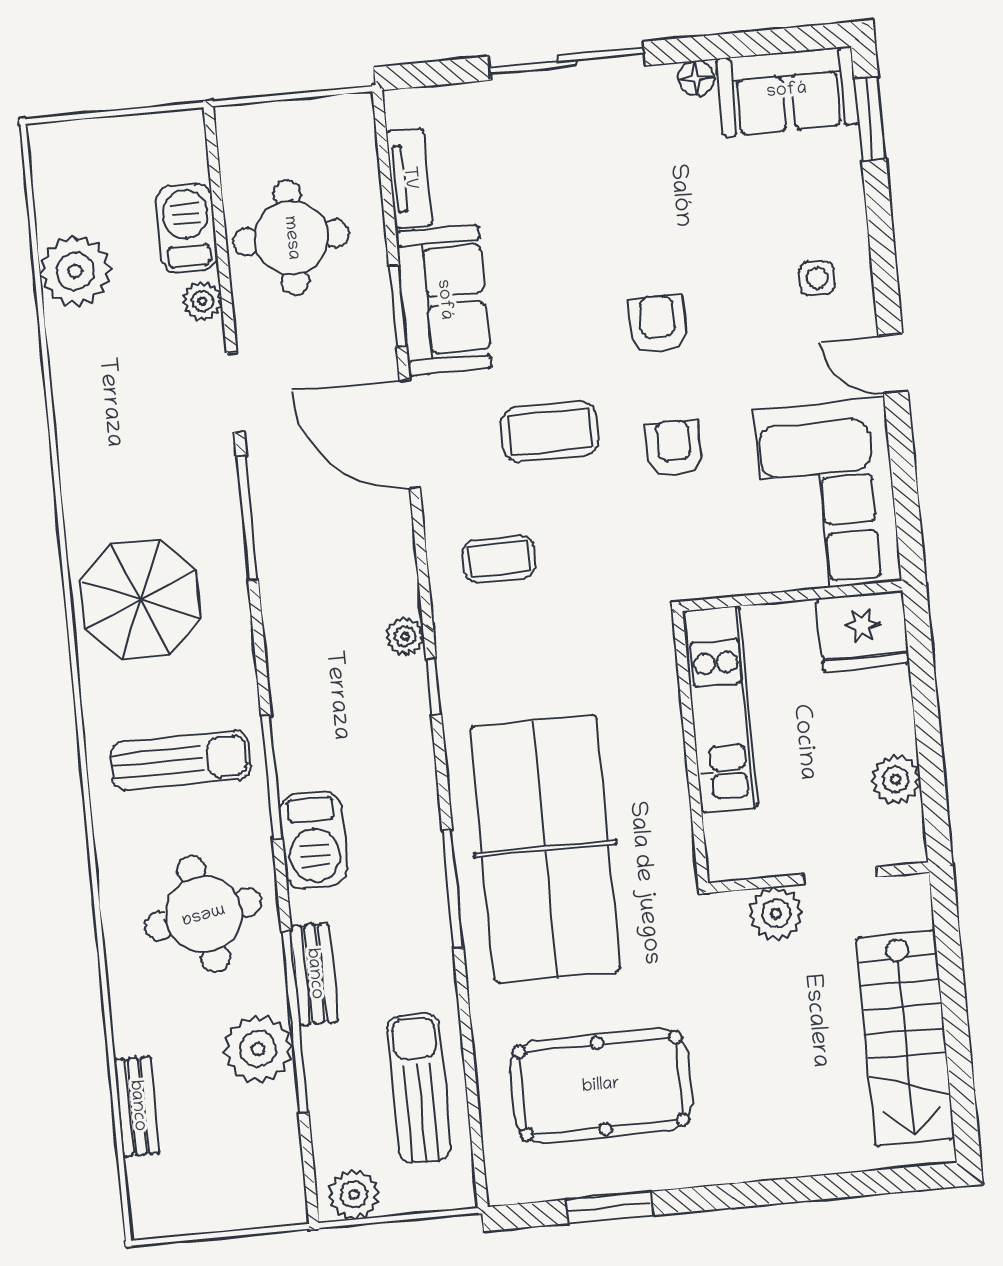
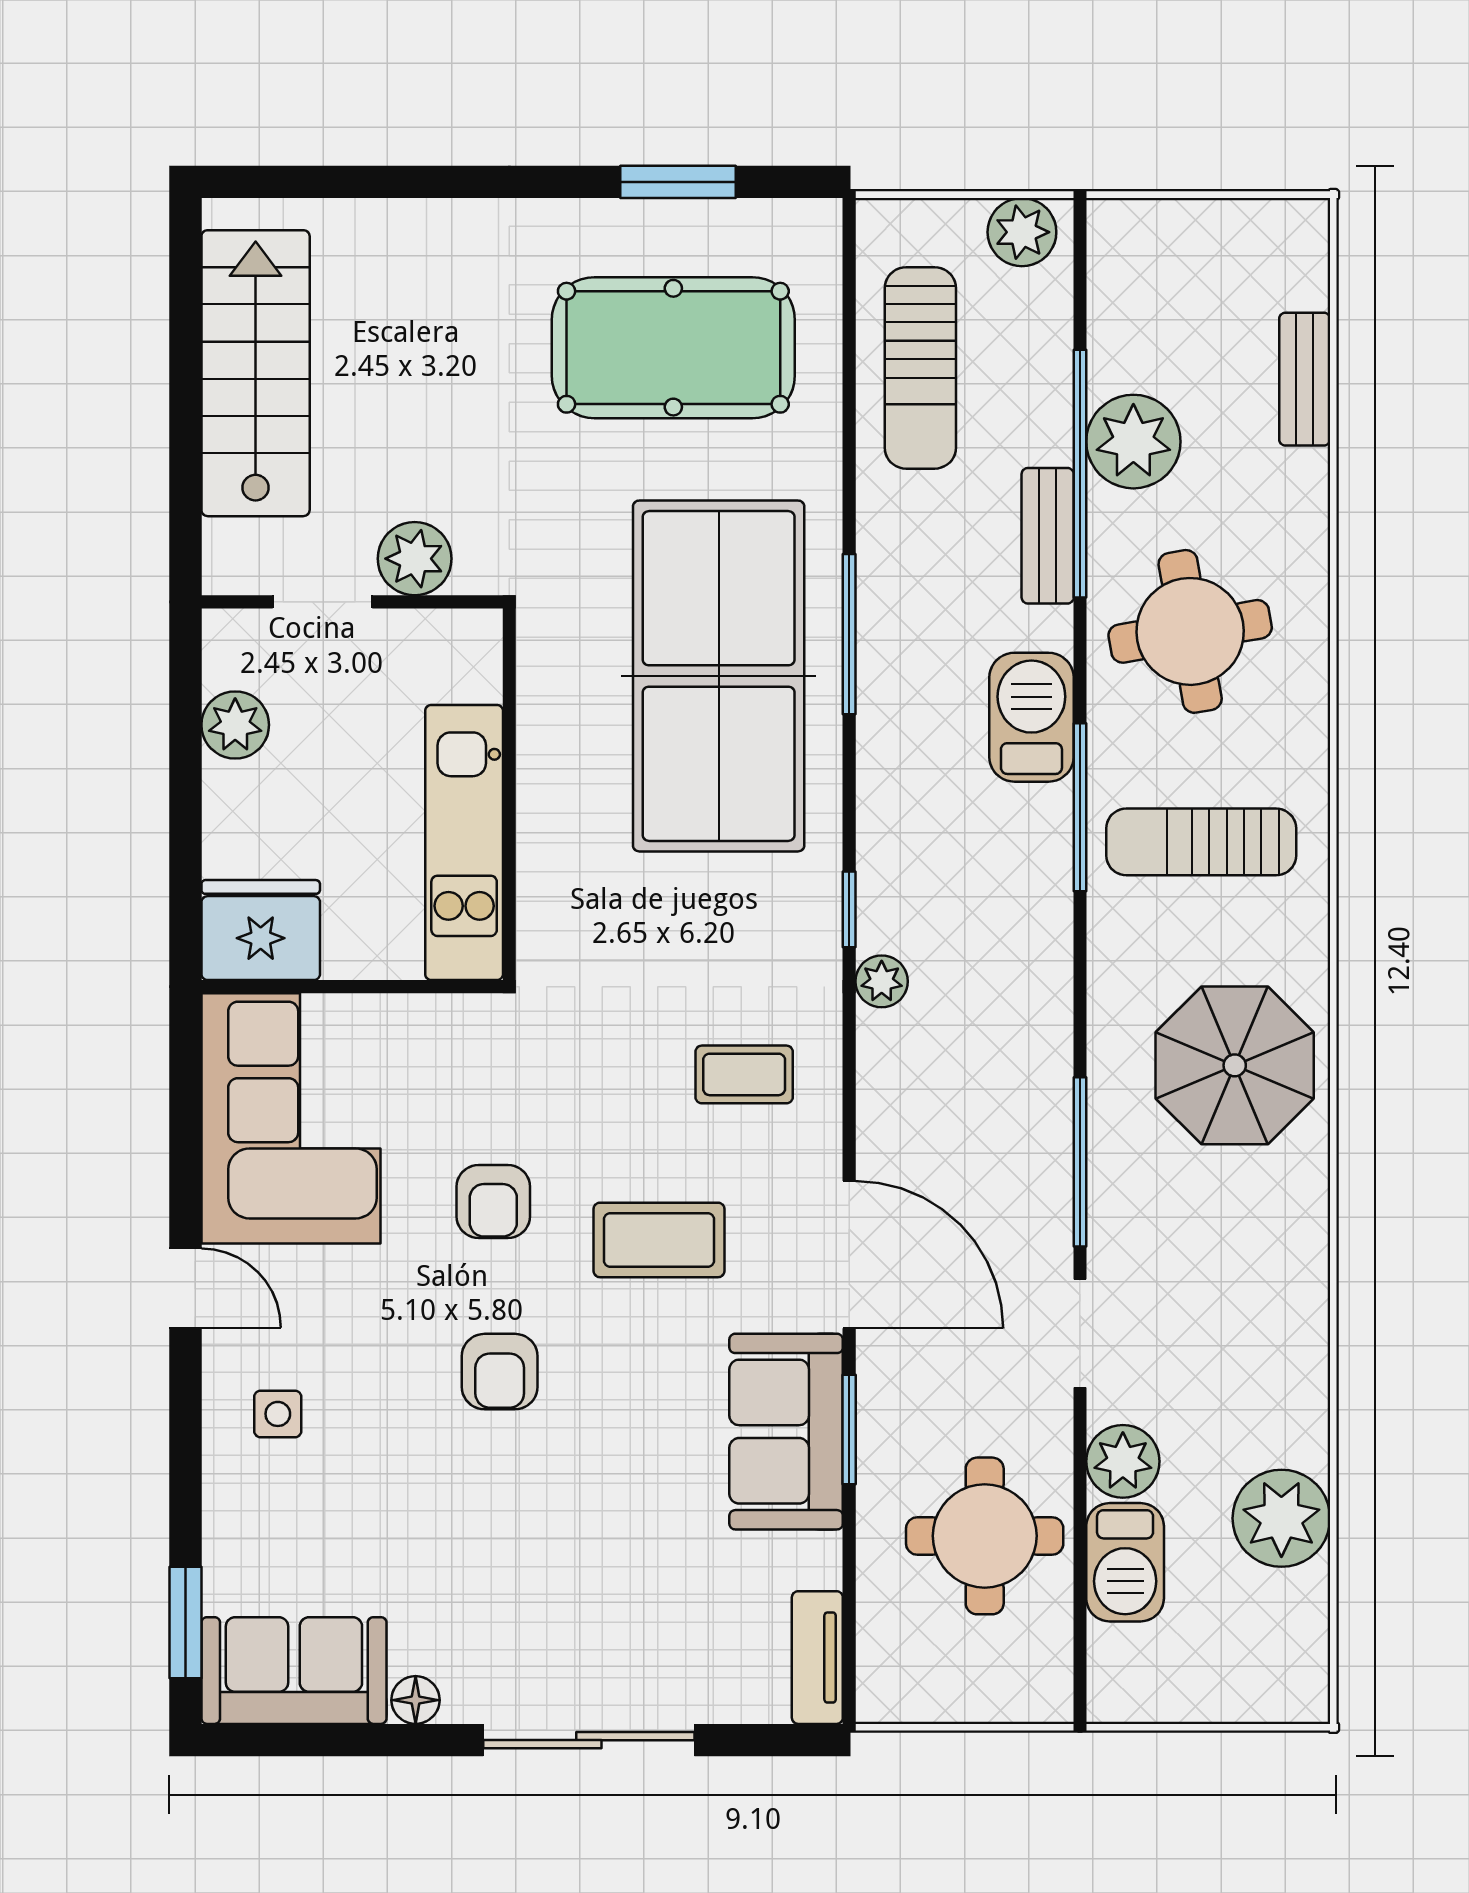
tv unit: (409, 178) -> (817, 1658), moved
plant: (202, 301) -> (1123, 1461), width x1.38, depth x1.38

